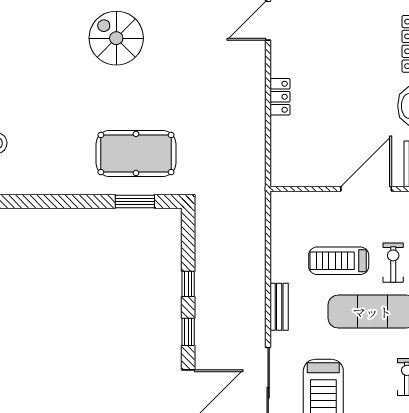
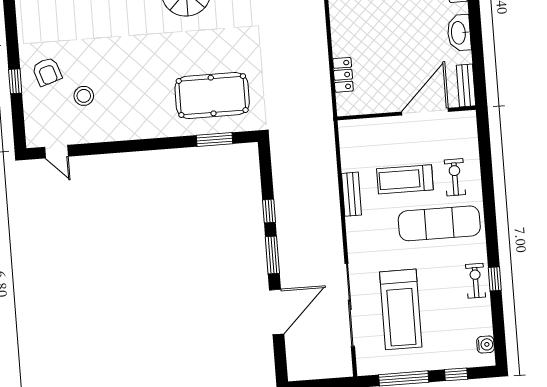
locker: (280, 97) -> (343, 75), moved
bench: (279, 307) -> (351, 194), moved
window: (188, 332) -> (272, 255), width x1.50

